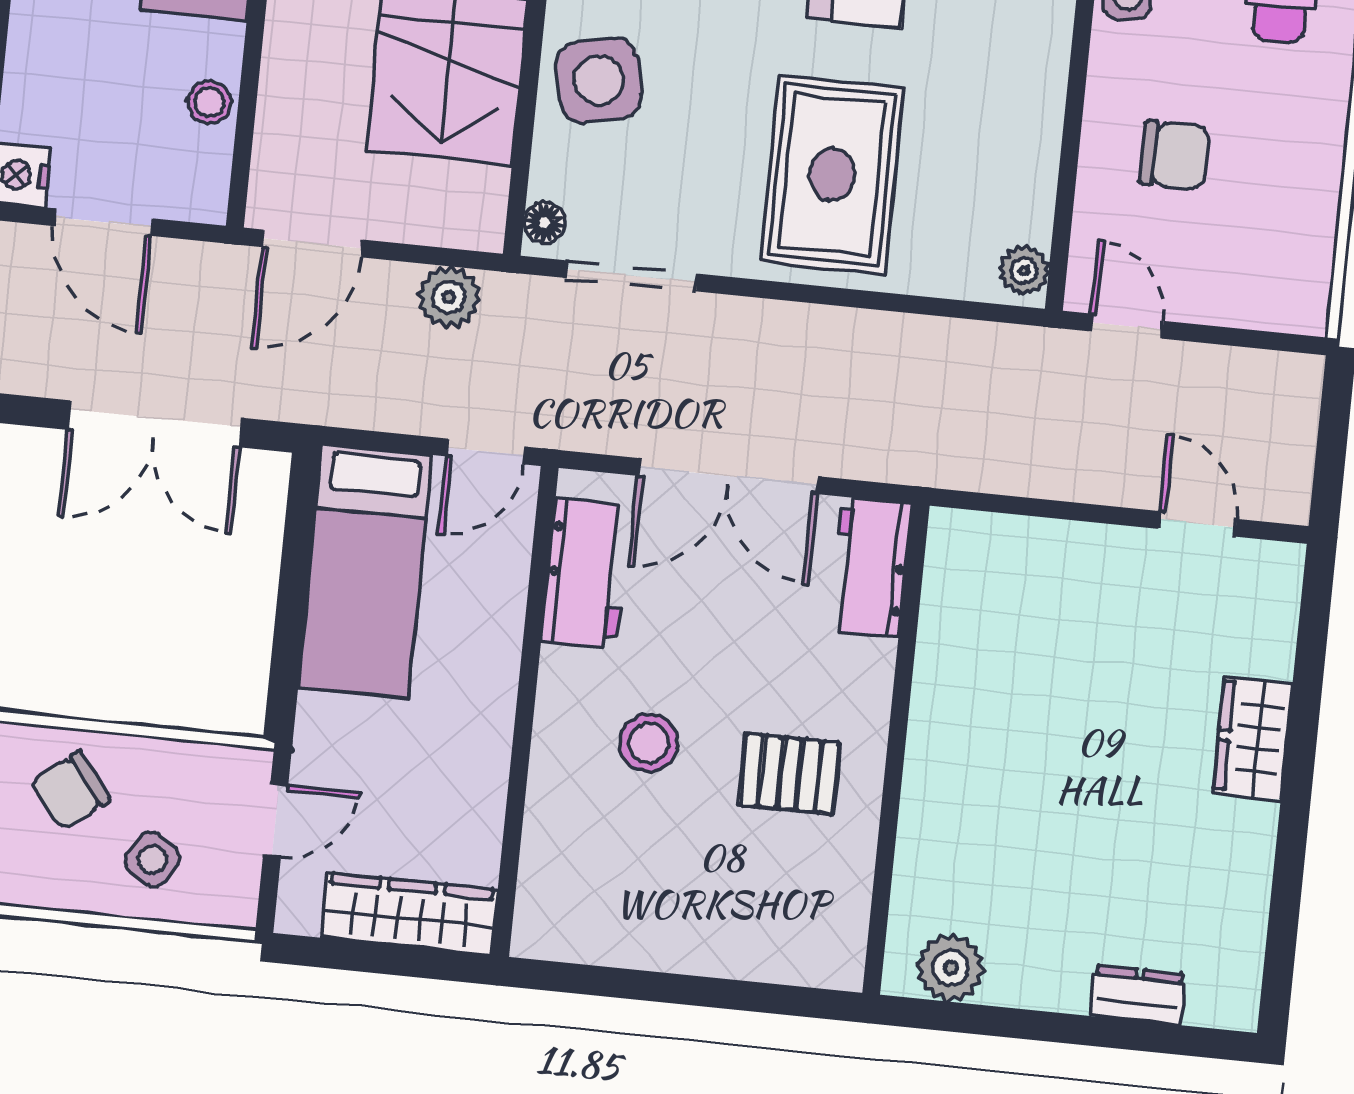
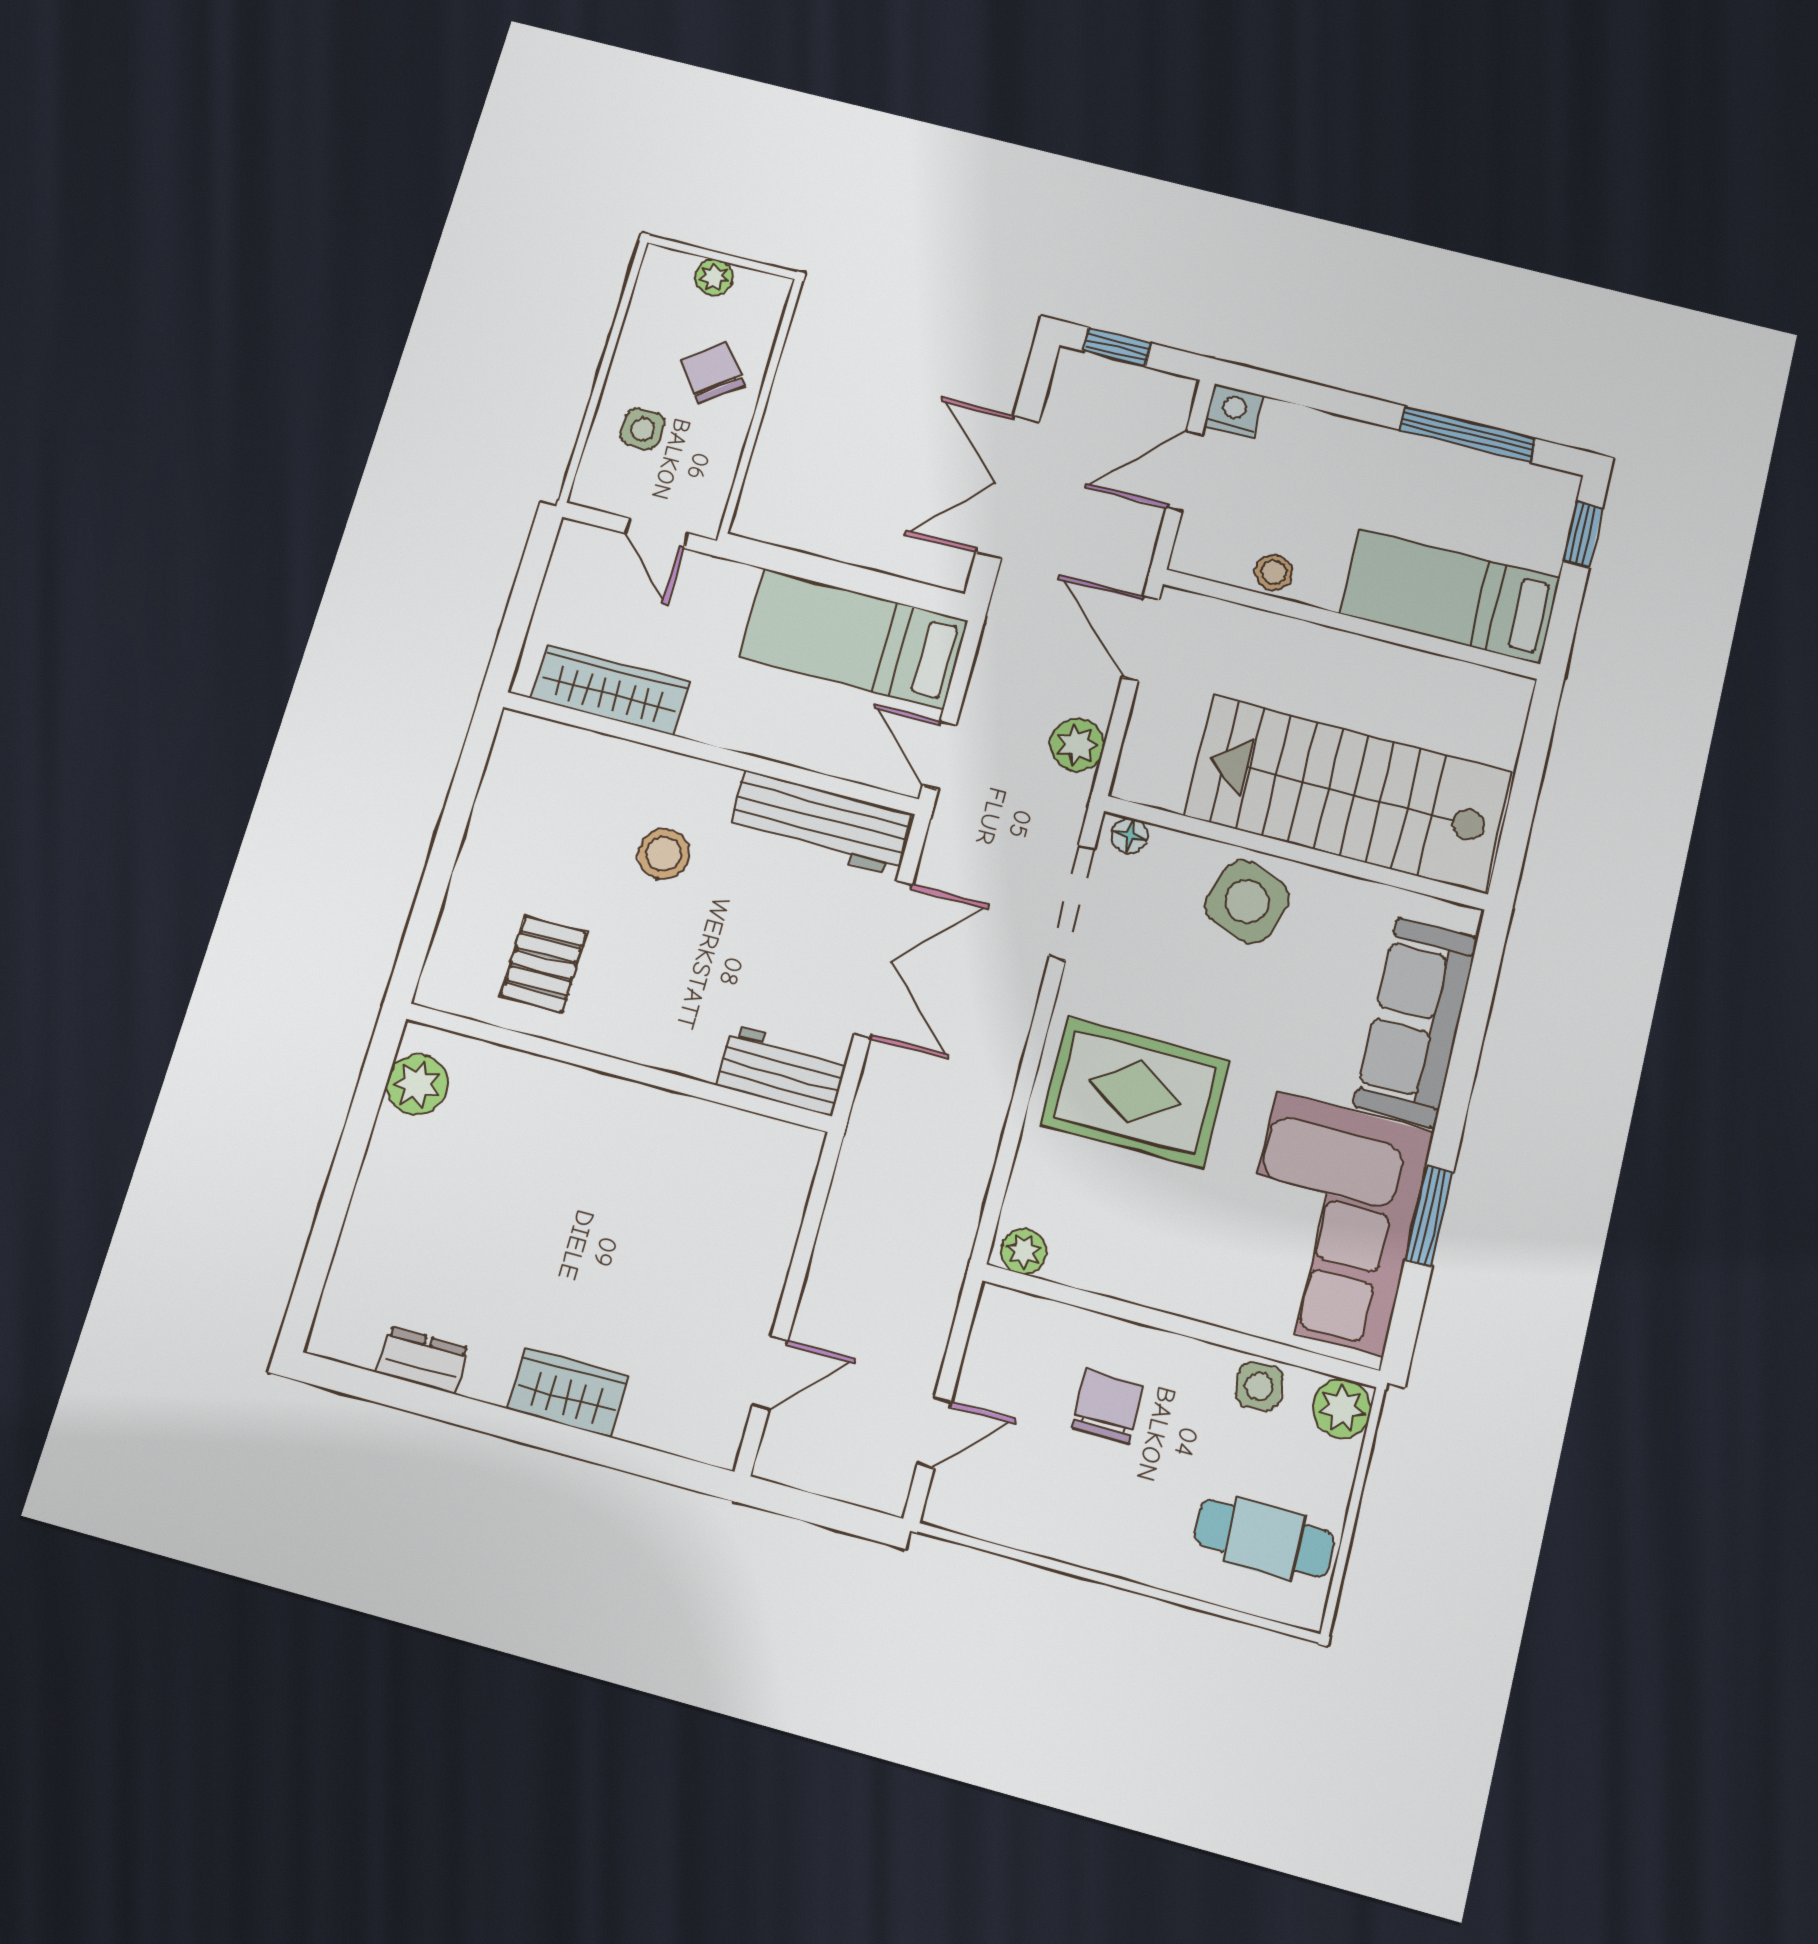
side table: (599, 80) -> (1247, 902), turned 31
chair: (1174, 155) -> (1107, 1407), turned 180
door: (1127, 326) -> (934, 1433), moved
double door: (728, 476) -> (883, 959), swing flipped
workbench: (585, 573) -> (820, 823), width x1.38
pallet: (790, 774) -> (543, 964), moved
side table: (152, 860) -> (643, 429), turned -32
wardrobe: (410, 914) -> (610, 690), moved, turned -90
dresser: (1138, 995) -> (423, 1360), moved, turned -90

